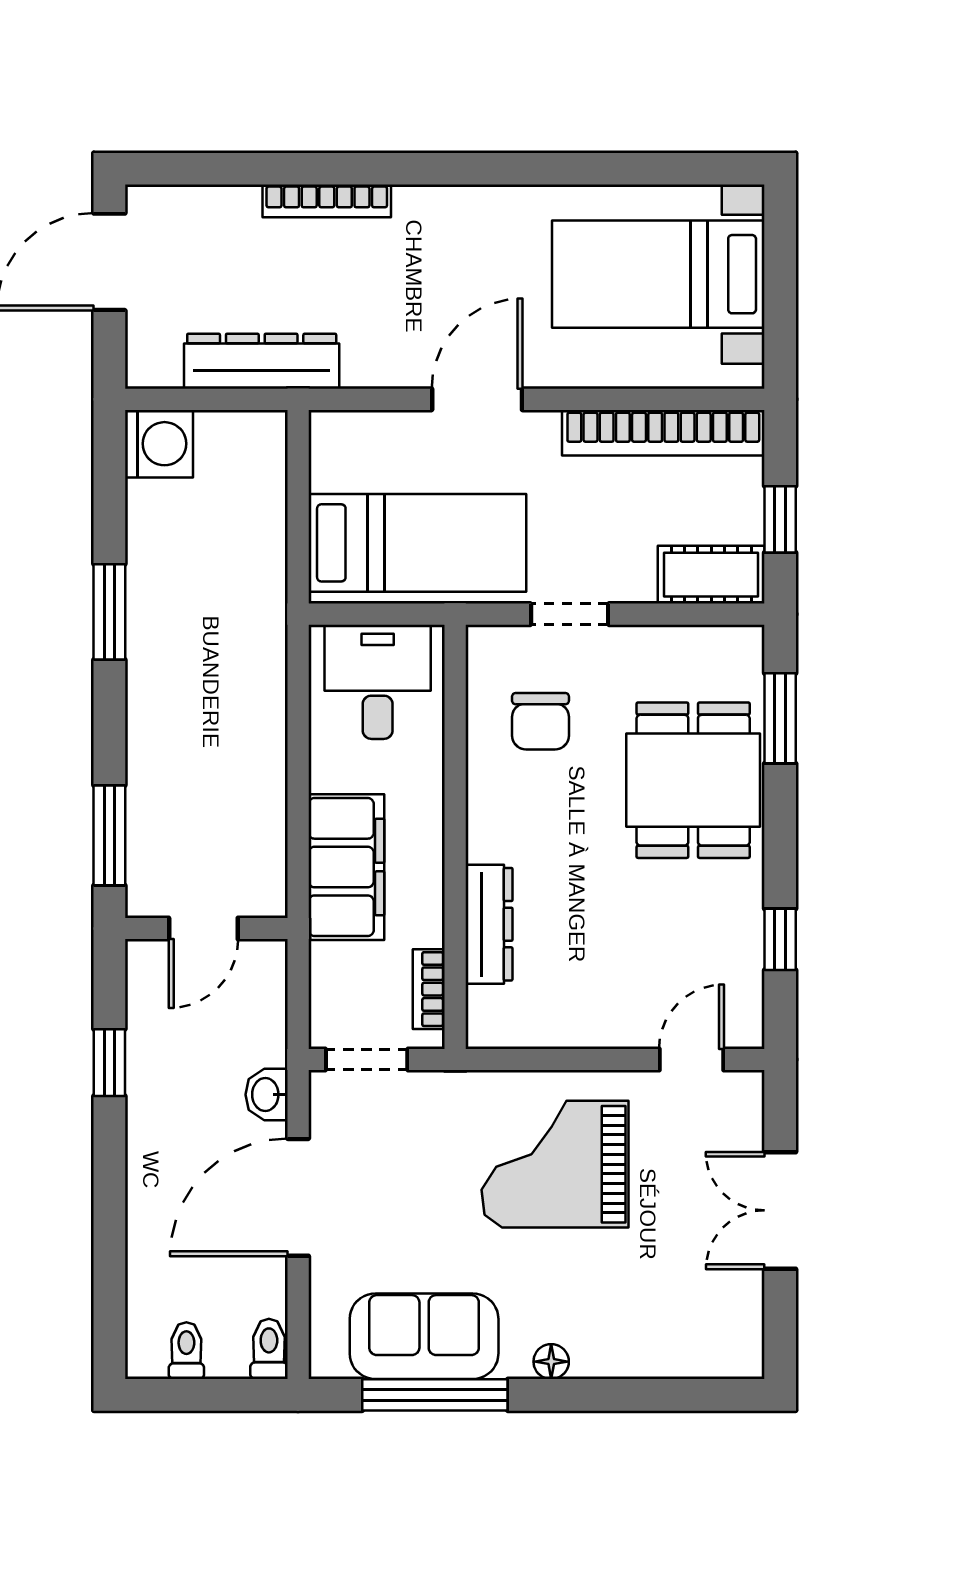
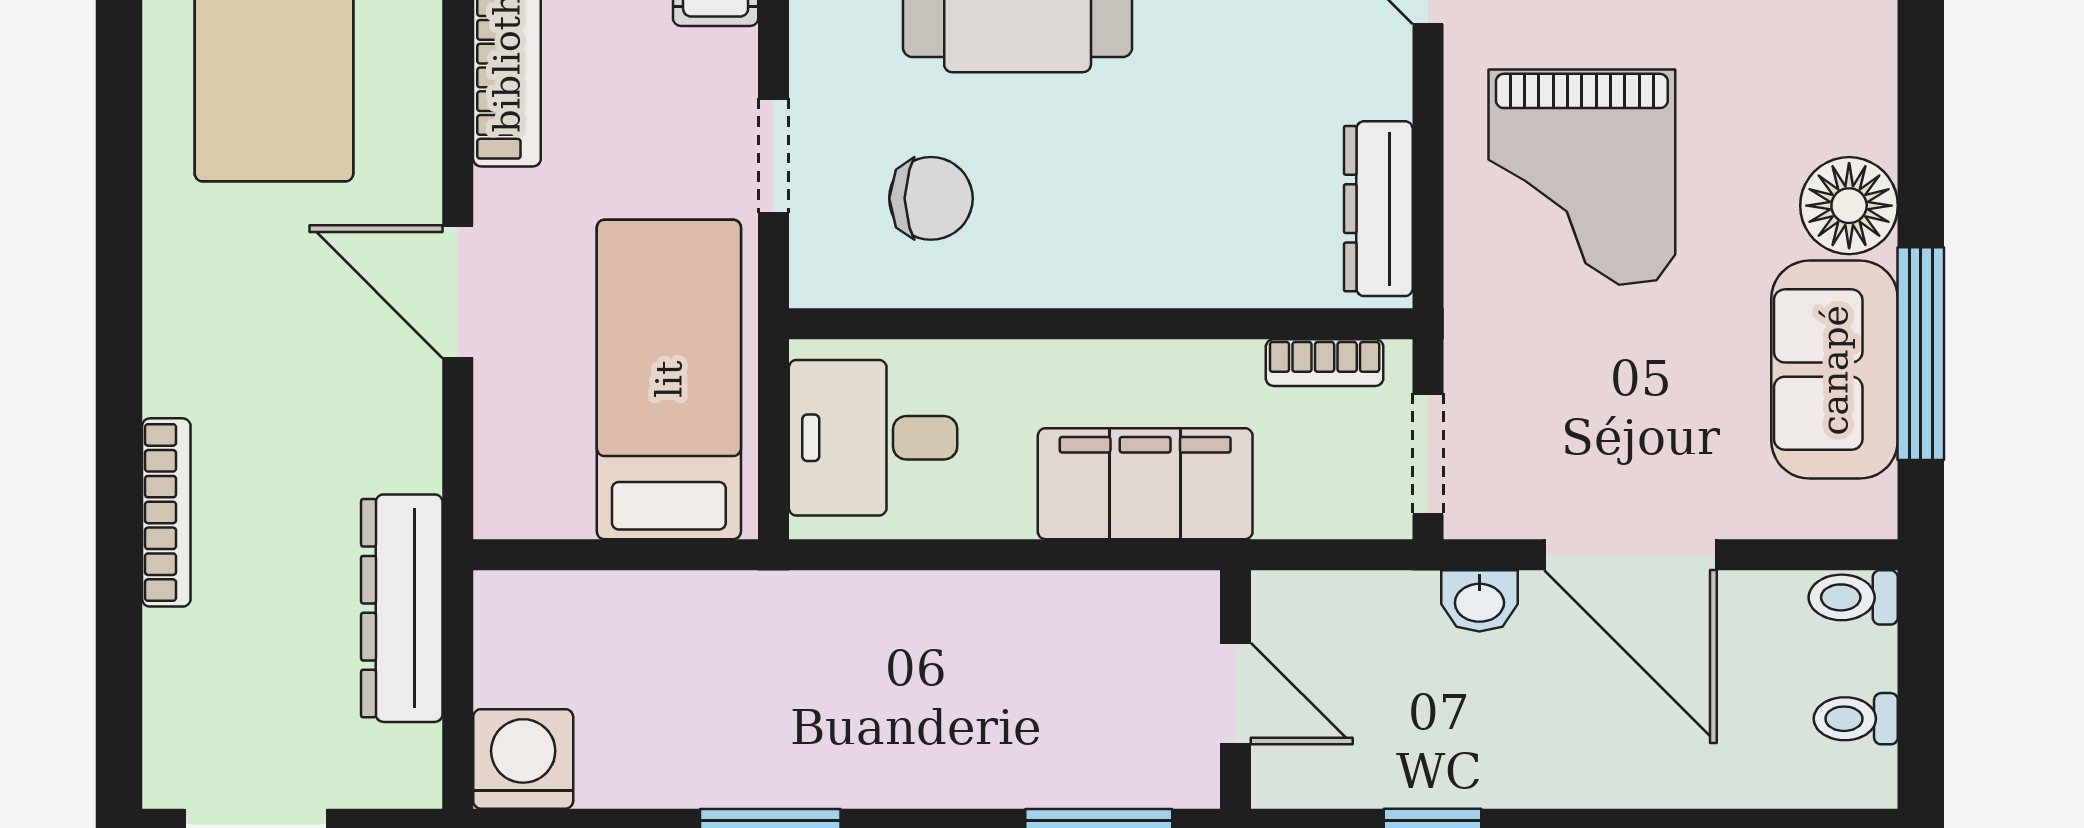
dresser: (489, 924) -> (1378, 209), moved, turned -90
floor lamp: (551, 1362) -> (1849, 206), width x1.89, depth x1.89

